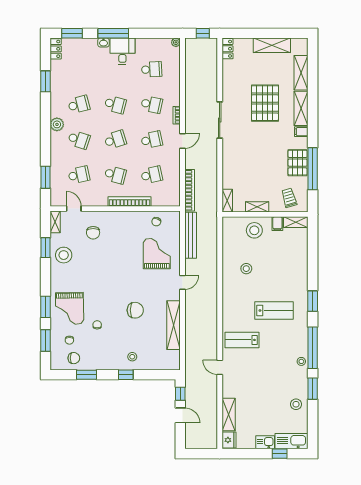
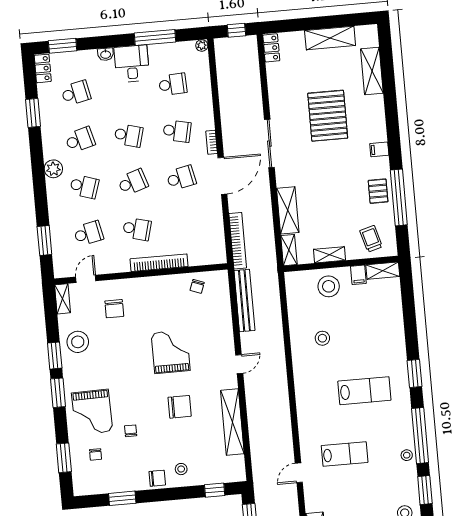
window: (113, 33) -> (155, 38), moved
shelving: (301, 108) -> (288, 210), moved
door: (183, 141) -> (222, 176), width x1.88
pallet: (298, 163) -> (378, 191), width x0.67, depth x0.71
school desk: (152, 175) -> (76, 93), moved
door: (74, 209) -> (86, 279), hinge flipped
window: (46, 248) -> (55, 356), moved
grand piano: (157, 254) -> (171, 352), moved
window: (46, 307) -> (58, 393), moved
lab bench: (242, 340) -> (345, 454), moved, turned 180
chair: (74, 358) -> (157, 478), moved
door: (220, 367) -> (299, 473), hinge flipped
window: (126, 375) -> (215, 490), moved

